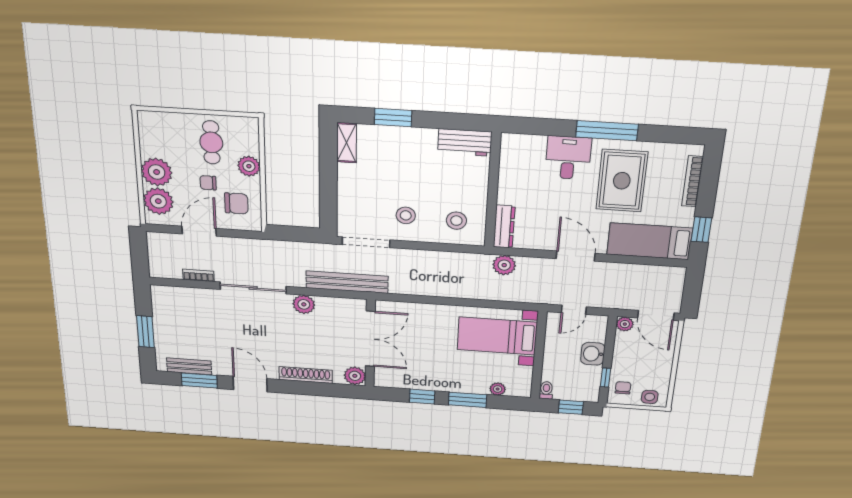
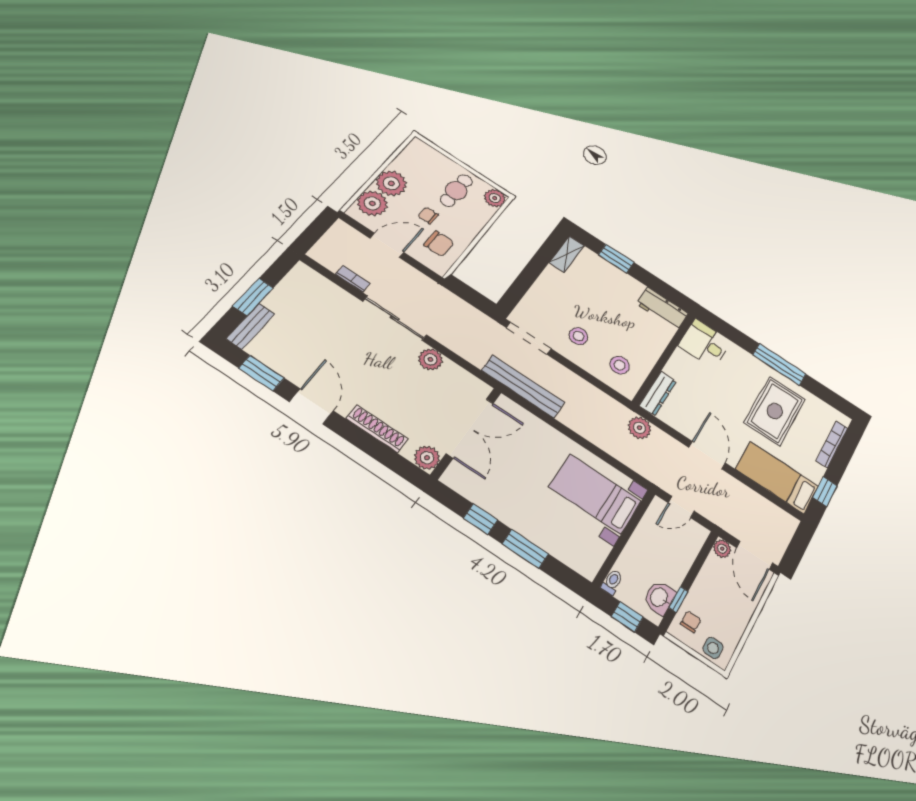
desk: (568, 158) -> (705, 343), moved, turned -90
plant: (249, 166) -> (495, 198), moved
bench: (347, 282) -> (523, 386), moved
washbasin: (593, 354) -> (659, 598), moved
bench: (189, 366) -> (251, 326), moved, turned 90
plant: (498, 389) -> (563, 553), removed

